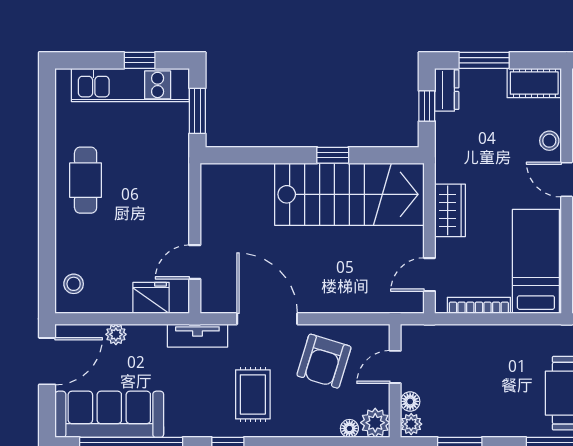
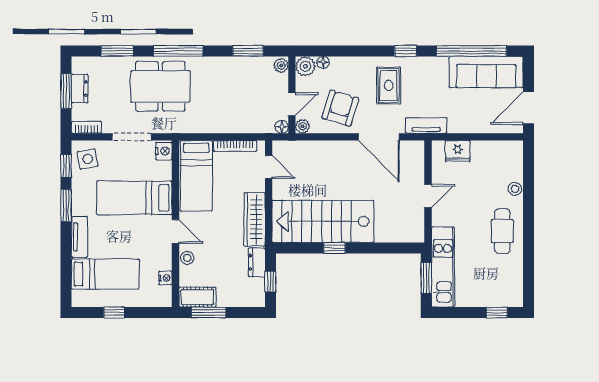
window: (140, 60) -> (497, 312), moved
window: (484, 60) -> (209, 312), moved
kitchen unit: (130, 85) -> (443, 267), moved, turned 90
dresser: (447, 90) -> (257, 262), moved
wardrobe: (450, 210) -> (255, 219), width x1.50
door: (195, 262) -> (428, 196), moved
door: (429, 275) -> (269, 167), hinge flipped
stool: (74, 284) -> (515, 189), moved
plant: (116, 334) -> (303, 126), moved
floor lamp: (410, 401) -> (282, 127), moved

